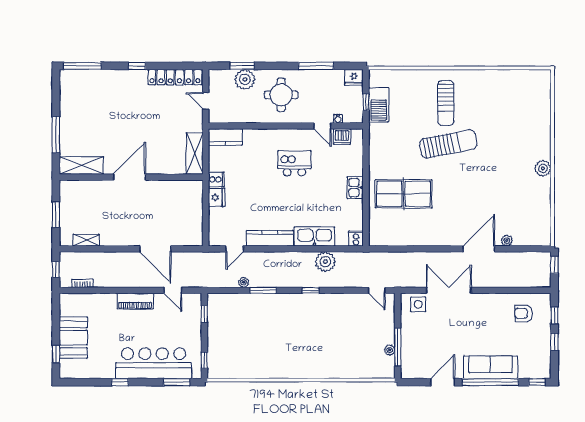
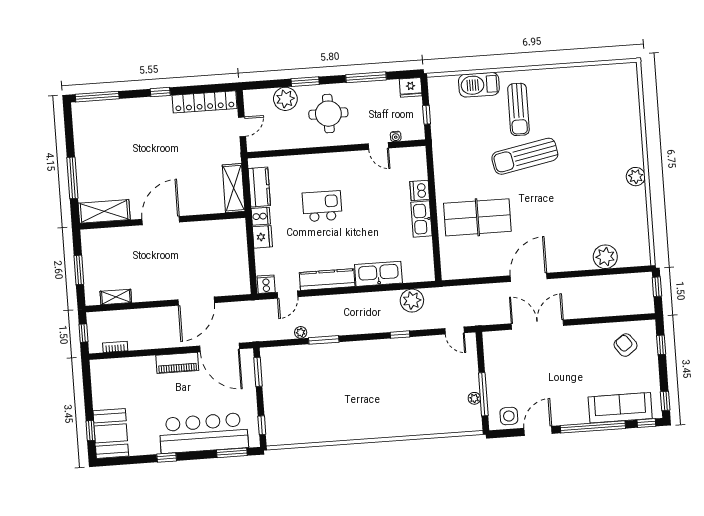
window: (242, 66) -> (305, 82), moved
door: (206, 101) -> (242, 127), swing flipped
barbecue: (379, 105) -> (479, 85), moved, turned 90
kitchen counter: (225, 137) -> (259, 187), moved, turned -90
dishwasher: (342, 137) -> (420, 190), moved, turned 90
sun lounger: (448, 144) -> (525, 156), turned 180
kitchen island: (294, 163) -> (322, 206), moved
kitchen sink: (355, 188) -> (421, 219), width x1.38
cooker: (356, 238) -> (266, 284), moved
plant: (507, 241) -> (605, 257), width x1.88, depth x1.88
door: (155, 249) -> (196, 301), hinge flipped
door: (479, 249) -> (529, 277), moved
plant: (325, 262) -> (412, 301), moved
door: (173, 290) -> (220, 347), width x1.88
window: (311, 290) -> (400, 335), moved
side table: (418, 304) -> (509, 416), moved
armchair: (524, 313) -> (626, 345), turned 54
window: (204, 314) -> (258, 372), width x1.50
booth: (73, 338) -> (111, 433), moved
window: (554, 342) -> (665, 401), moved
sofa: (490, 367) -> (620, 408), moved

